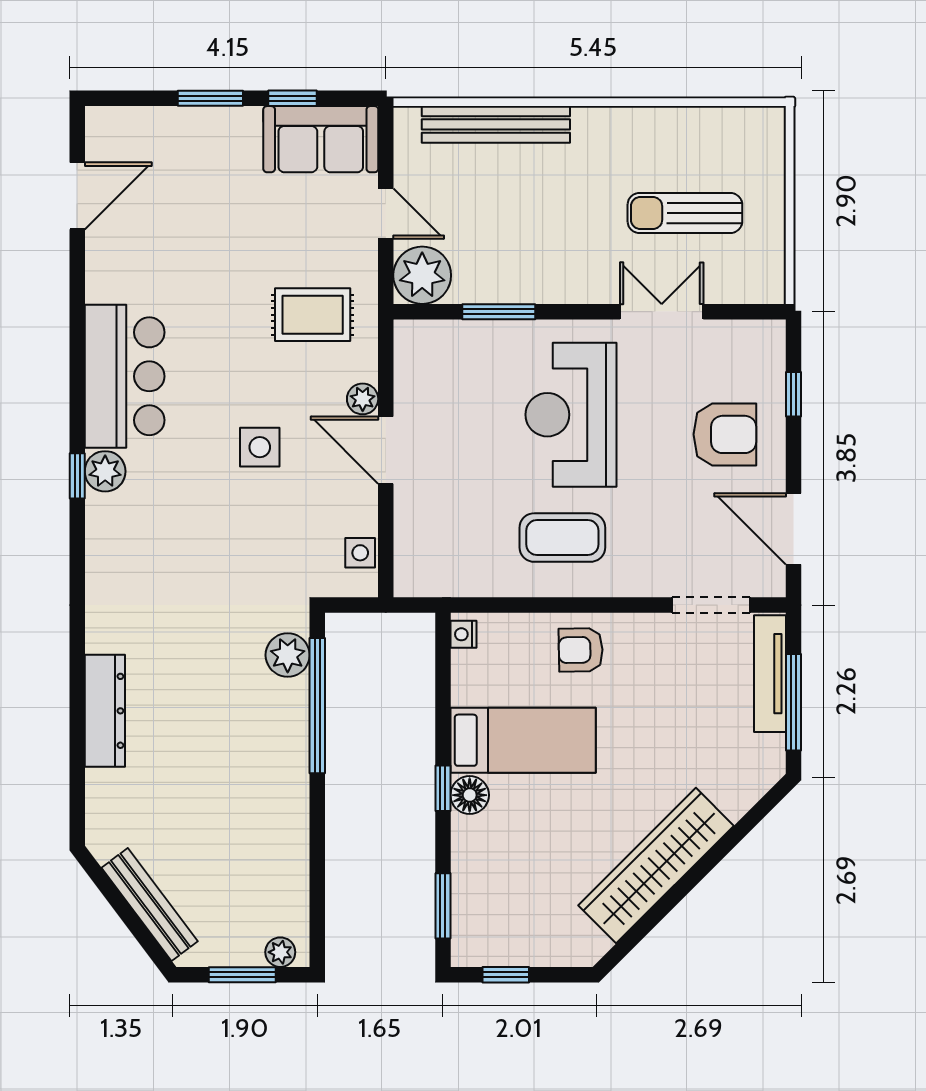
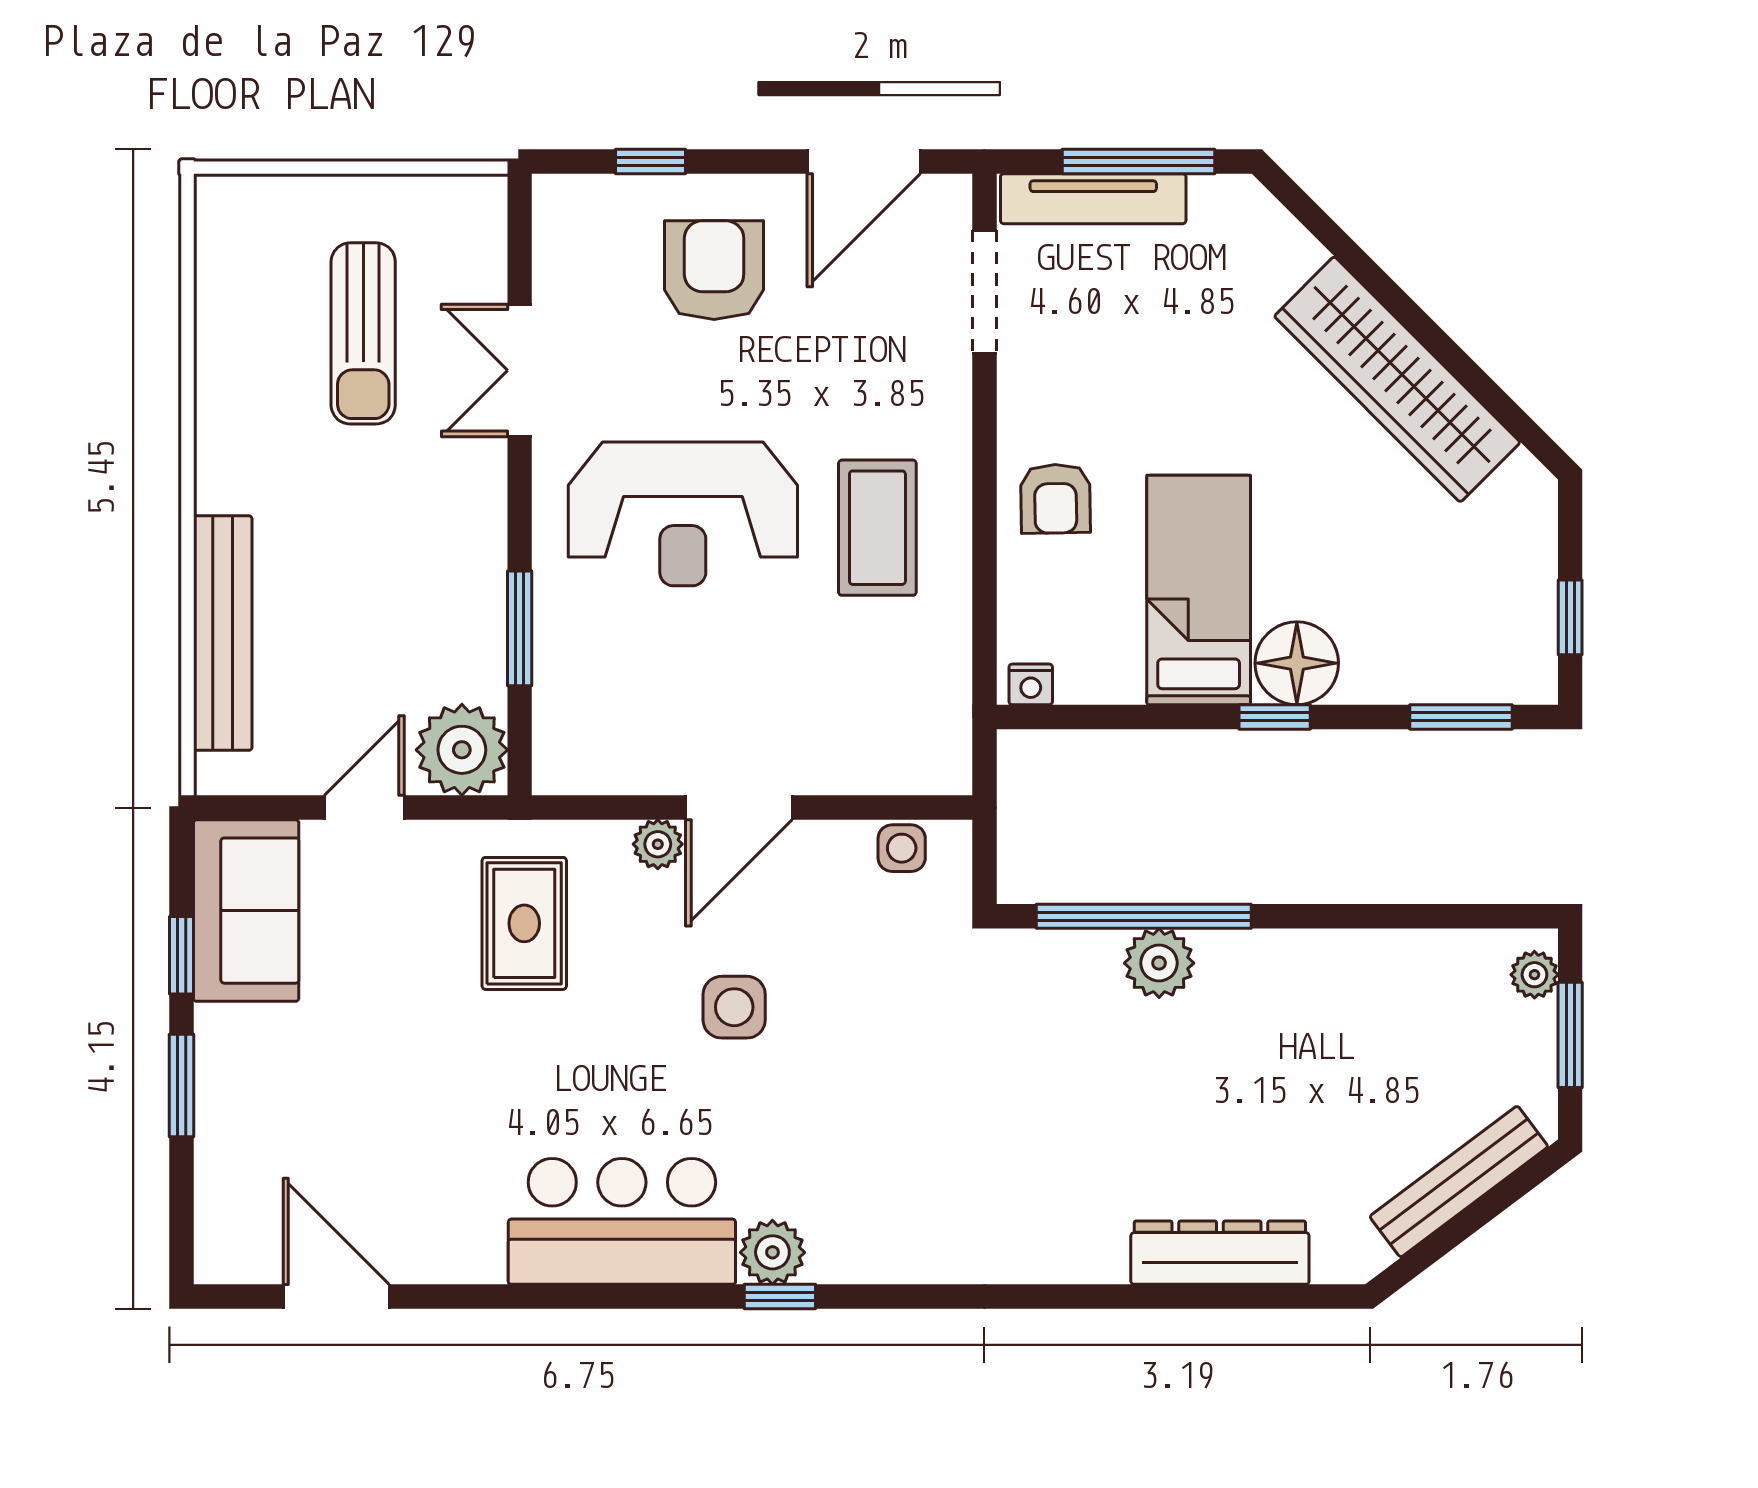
plant: (288, 655) -> (1159, 963), moved
dresser: (105, 711) -> (1220, 1253), moved
floor lamp: (470, 795) -> (1297, 663), width x1.38, depth x1.38

